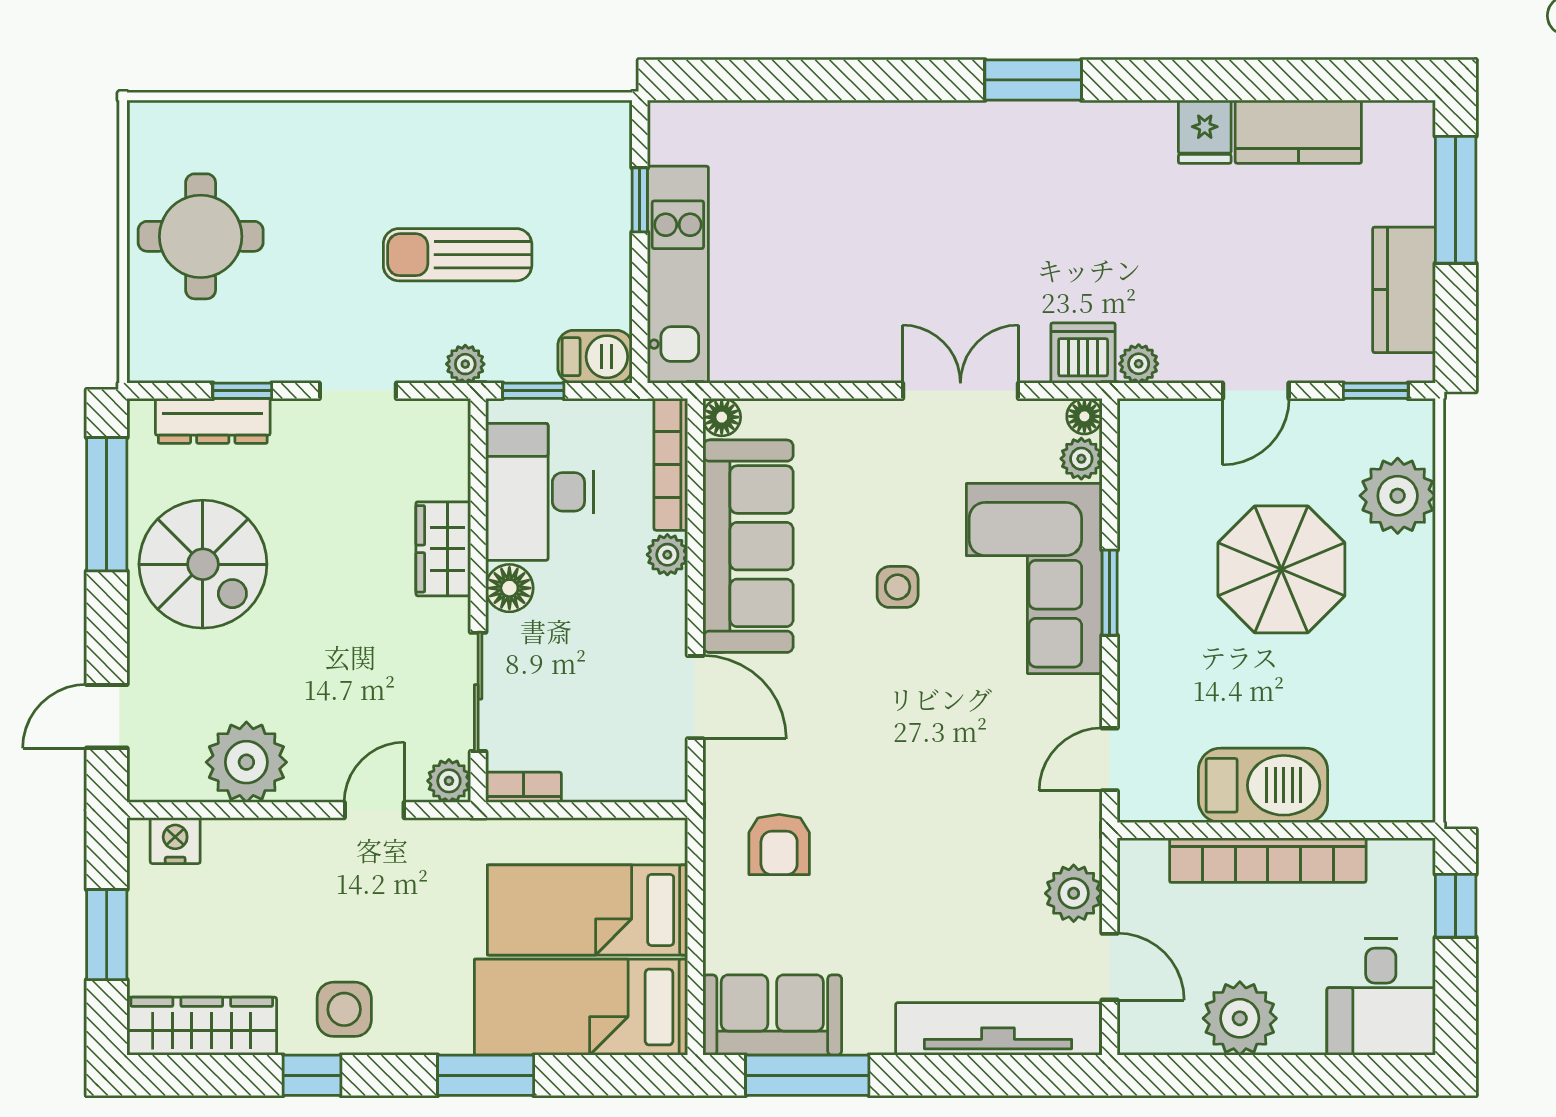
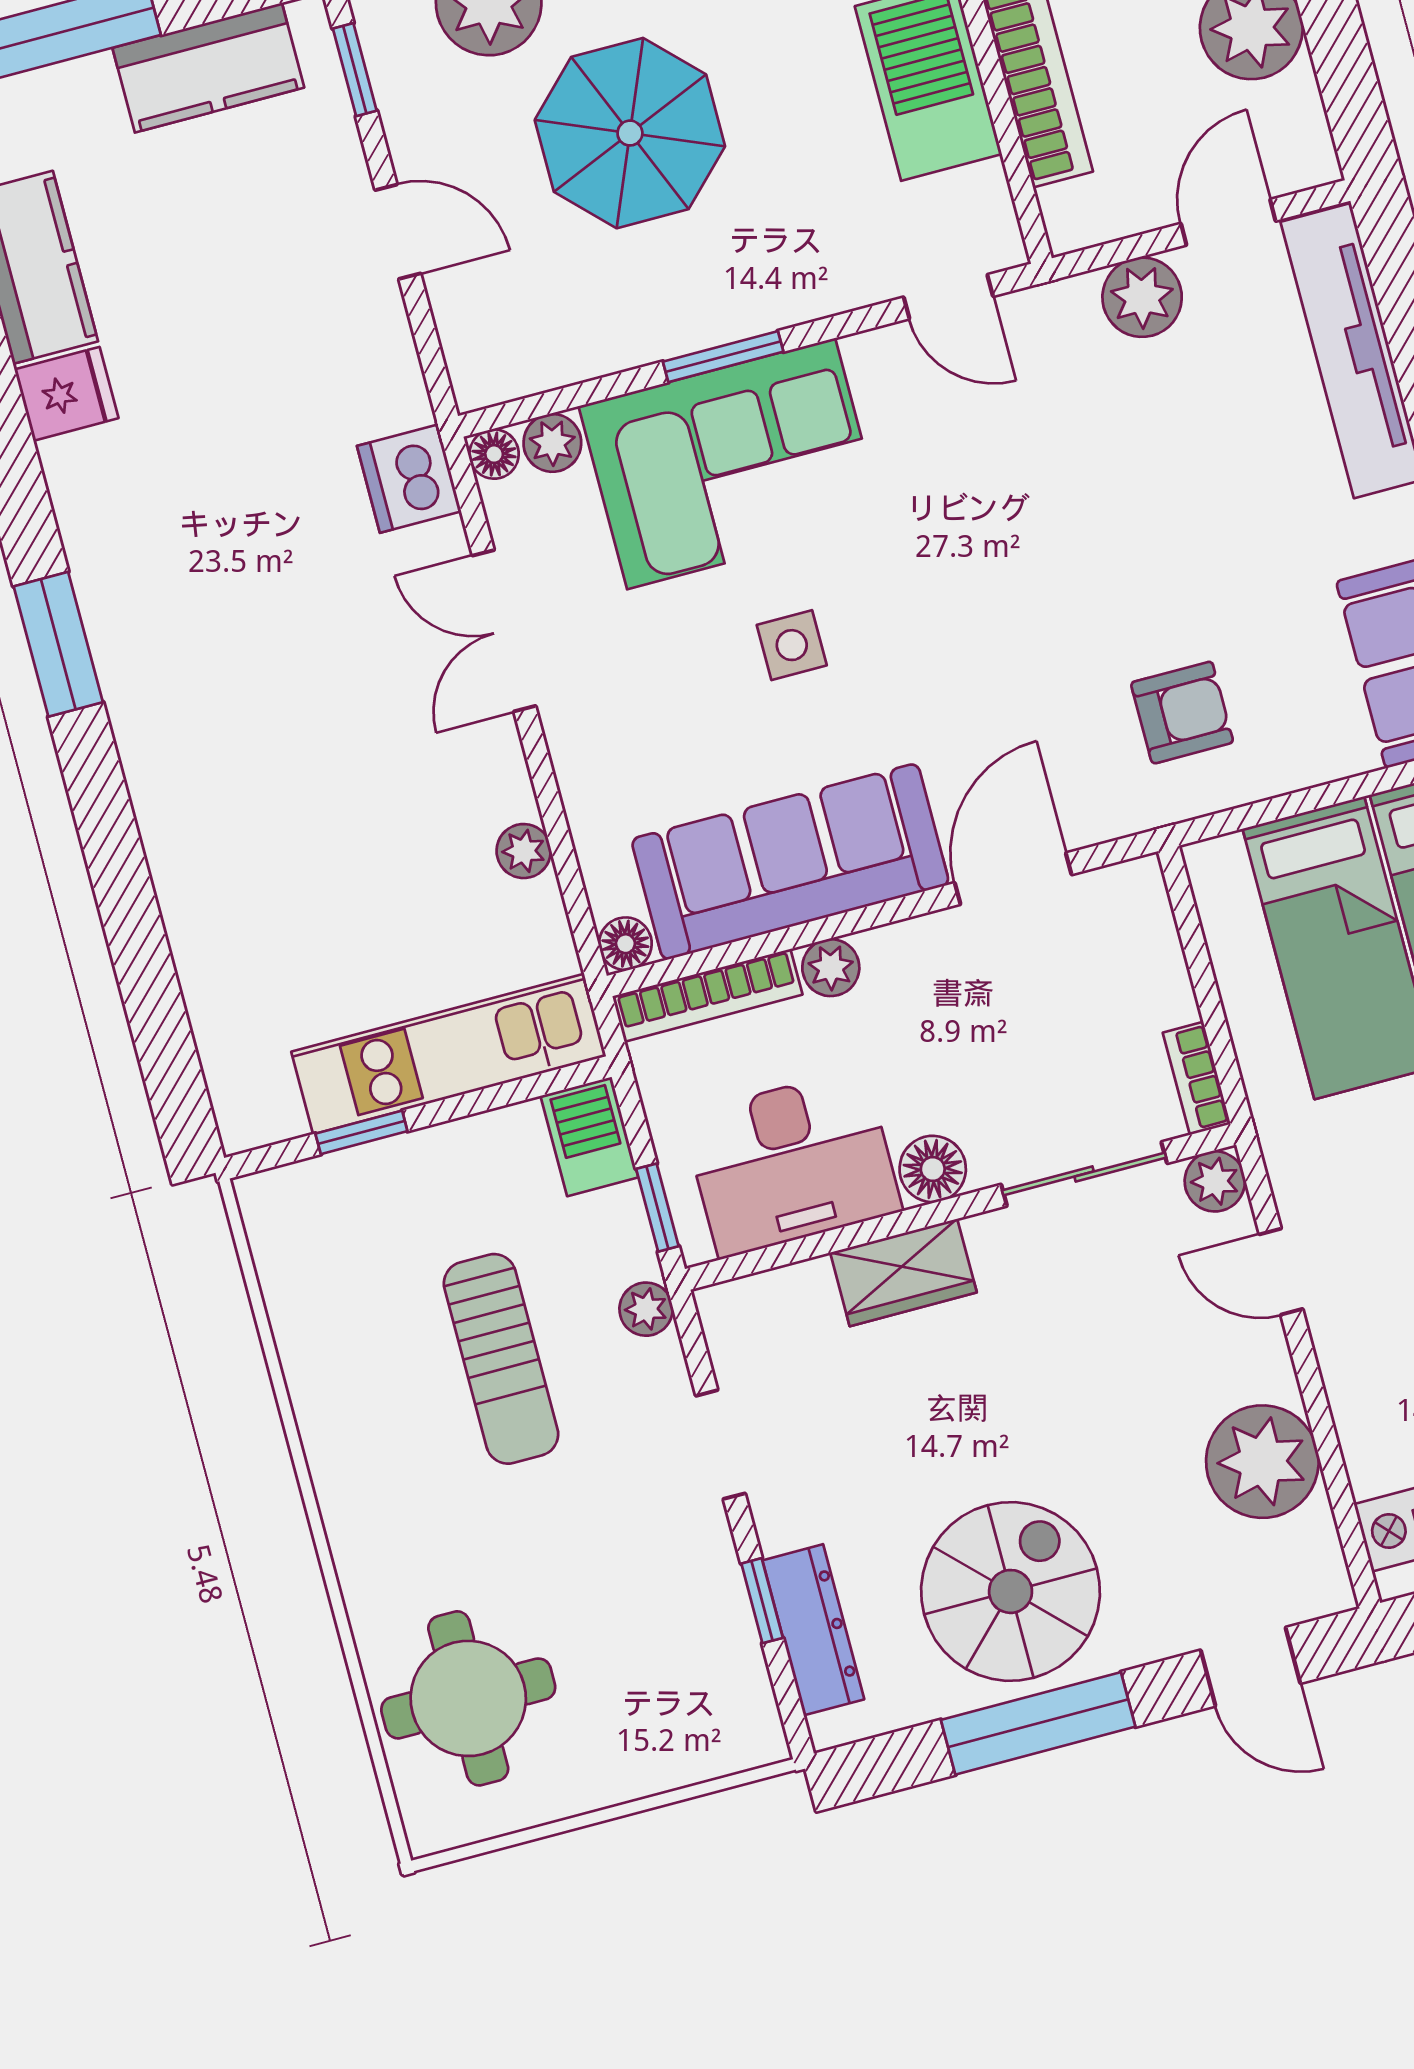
round table: (201, 236) -> (468, 1698), moved
plant: (1139, 364) -> (524, 851), moved
window: (107, 504) -> (1038, 1723), moved

